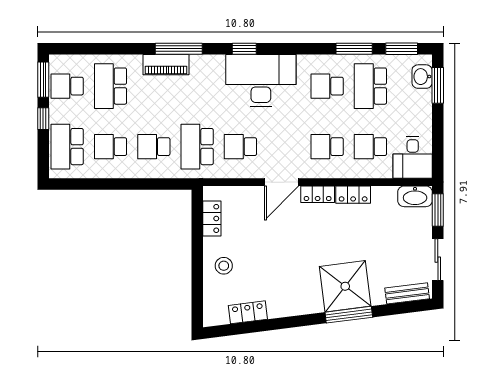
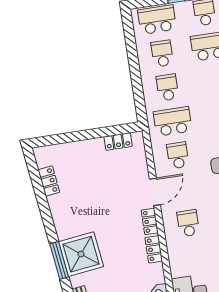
school desk: (370, 147) -> (193, 257), removed
door: (282, 182) -> (155, 192), swing flipped
stool: (224, 266) -> (82, 157), removed

